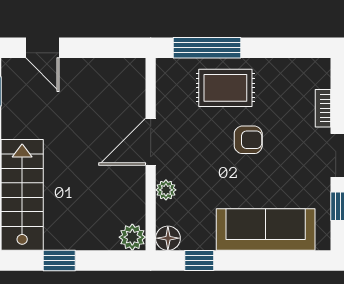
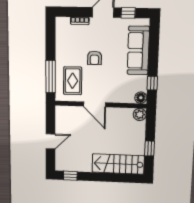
door: (42, 48) -> (51, 141), moved
rug: (225, 88) -> (73, 81), moved
armchair: (248, 140) -> (95, 58), turned 180
plant: (166, 190) -> (118, 98), removed

